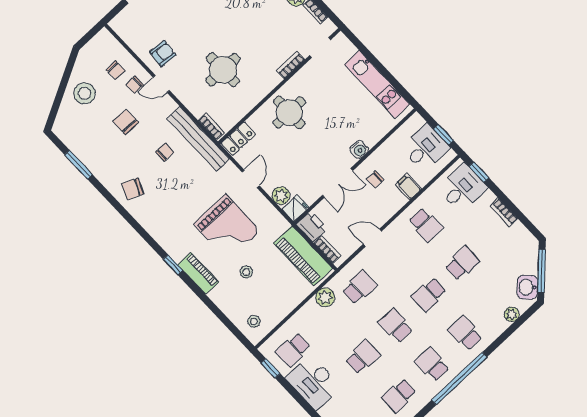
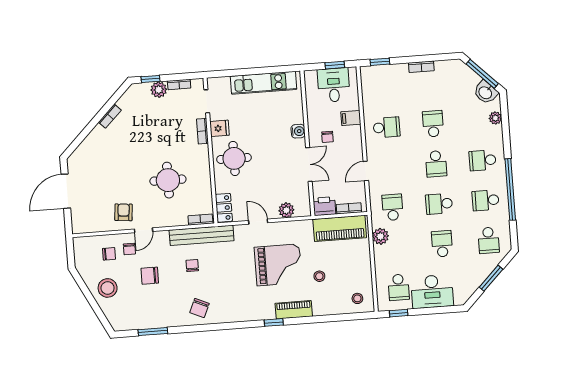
desk: (462, 188) -> (382, 82), removed
fridge: (295, 208) -> (220, 128), moved, turned 90

